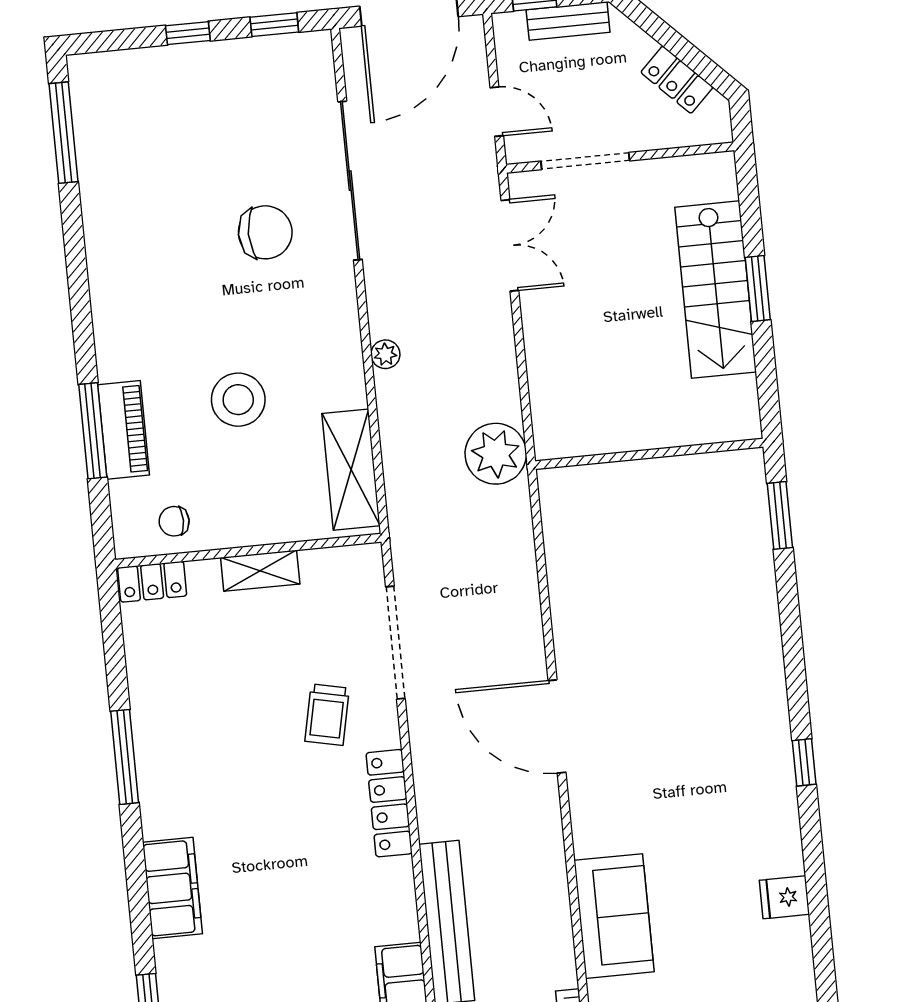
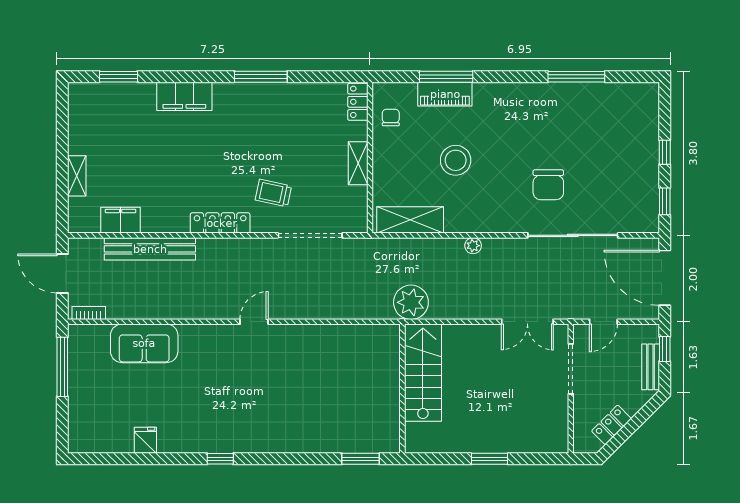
window: (63, 133) -> (576, 77), moved
stairs: (716, 290) -> (423, 373), moved, turned 90
door: (557, 726) -> (254, 322), width x0.53

